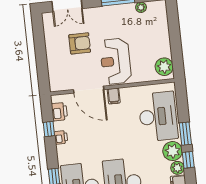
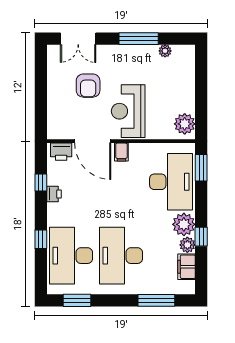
armchair: (80, 43) -> (88, 86), turned 90
printer: (59, 112) -> (61, 152), moved, turned 90
window: (185, 134) -> (201, 168), moved

